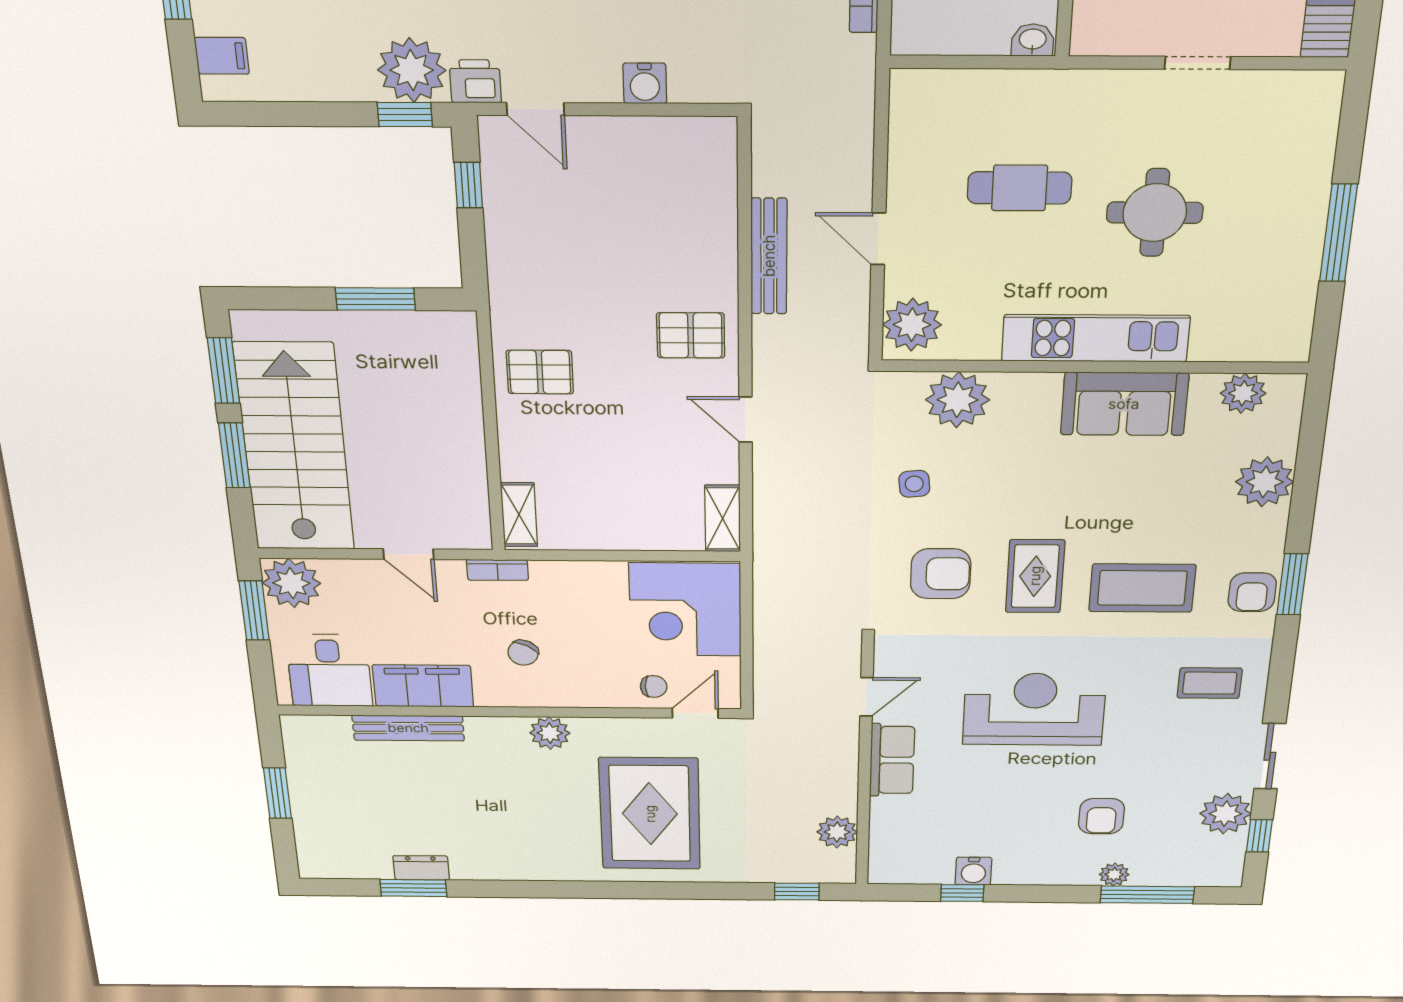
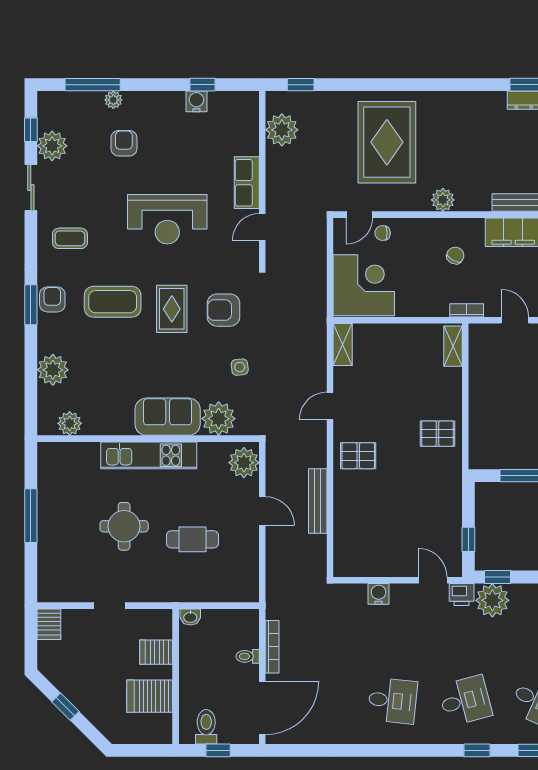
sofa: (1124, 404) -> (168, 417), moved
door: (746, 420) -> (330, 406), swing flipped
plant: (837, 832) -> (282, 130), width x1.36, depth x1.36

